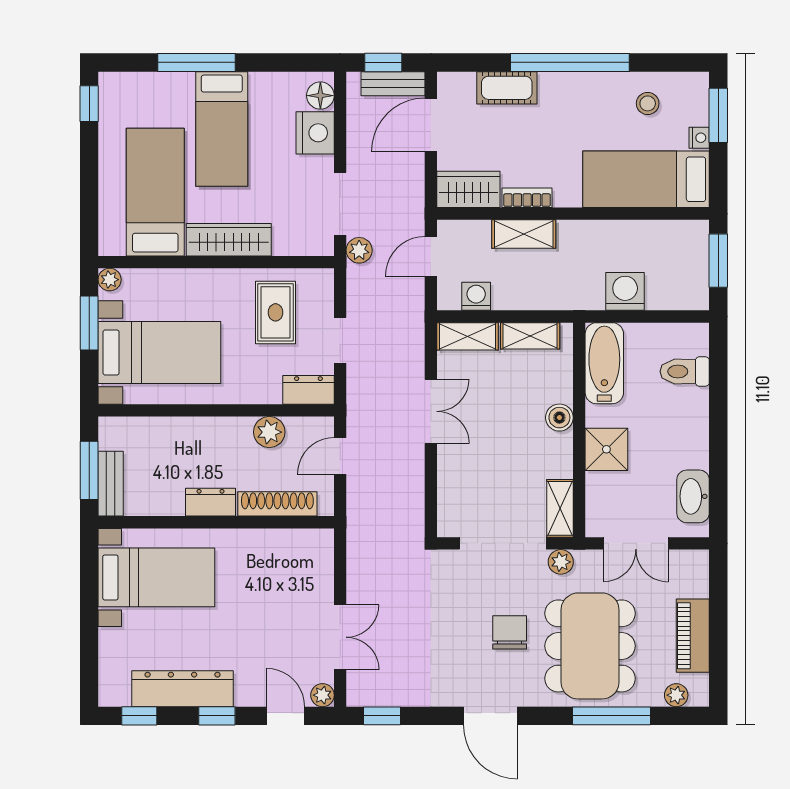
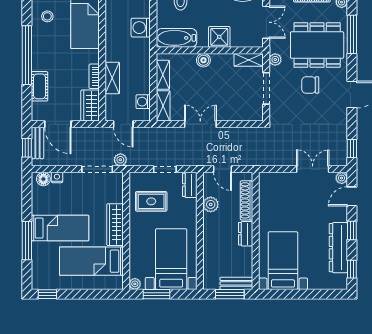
nightstand: (315, 133) -> (57, 177), width x0.53, depth x0.56
doorway: (503, 543) -> (266, 88), width x0.73

